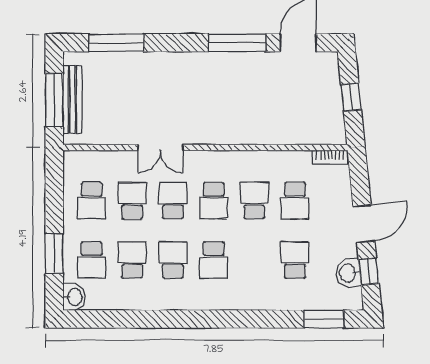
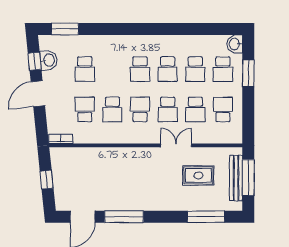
rug: (128, 104) -> (198, 175), added
school desk: (92, 260) -> (223, 69), turned 180
school desk: (214, 260) -> (140, 69), turned 180

